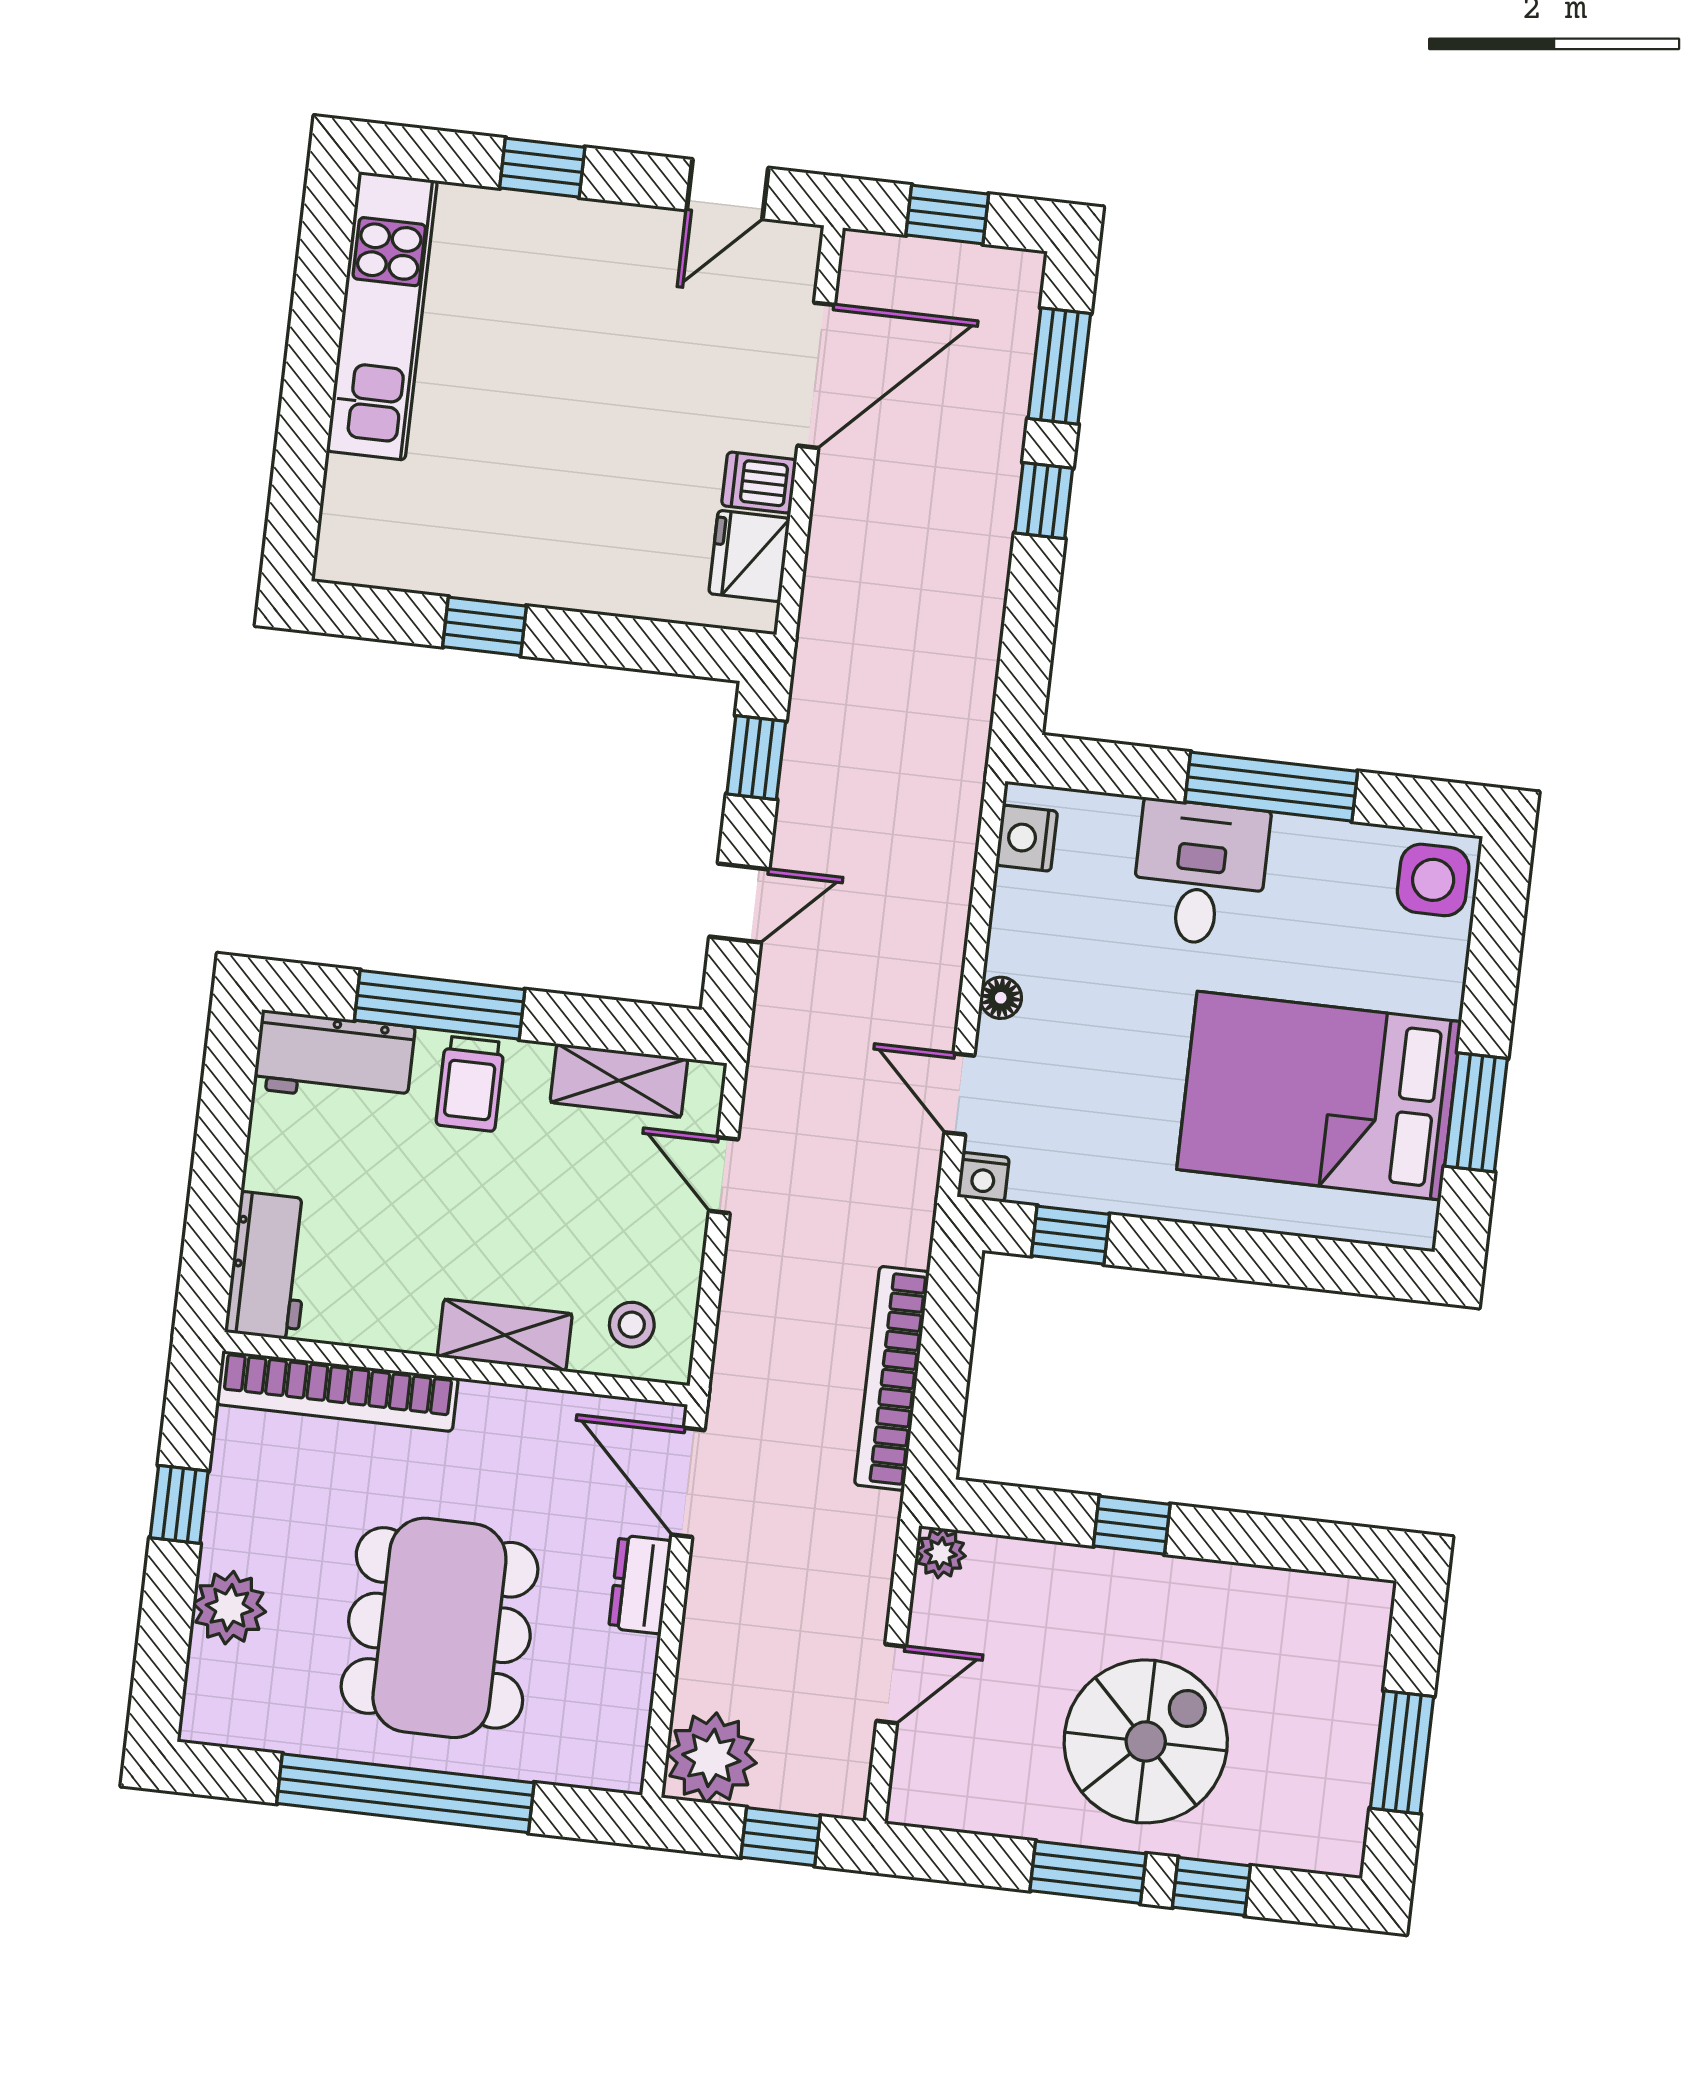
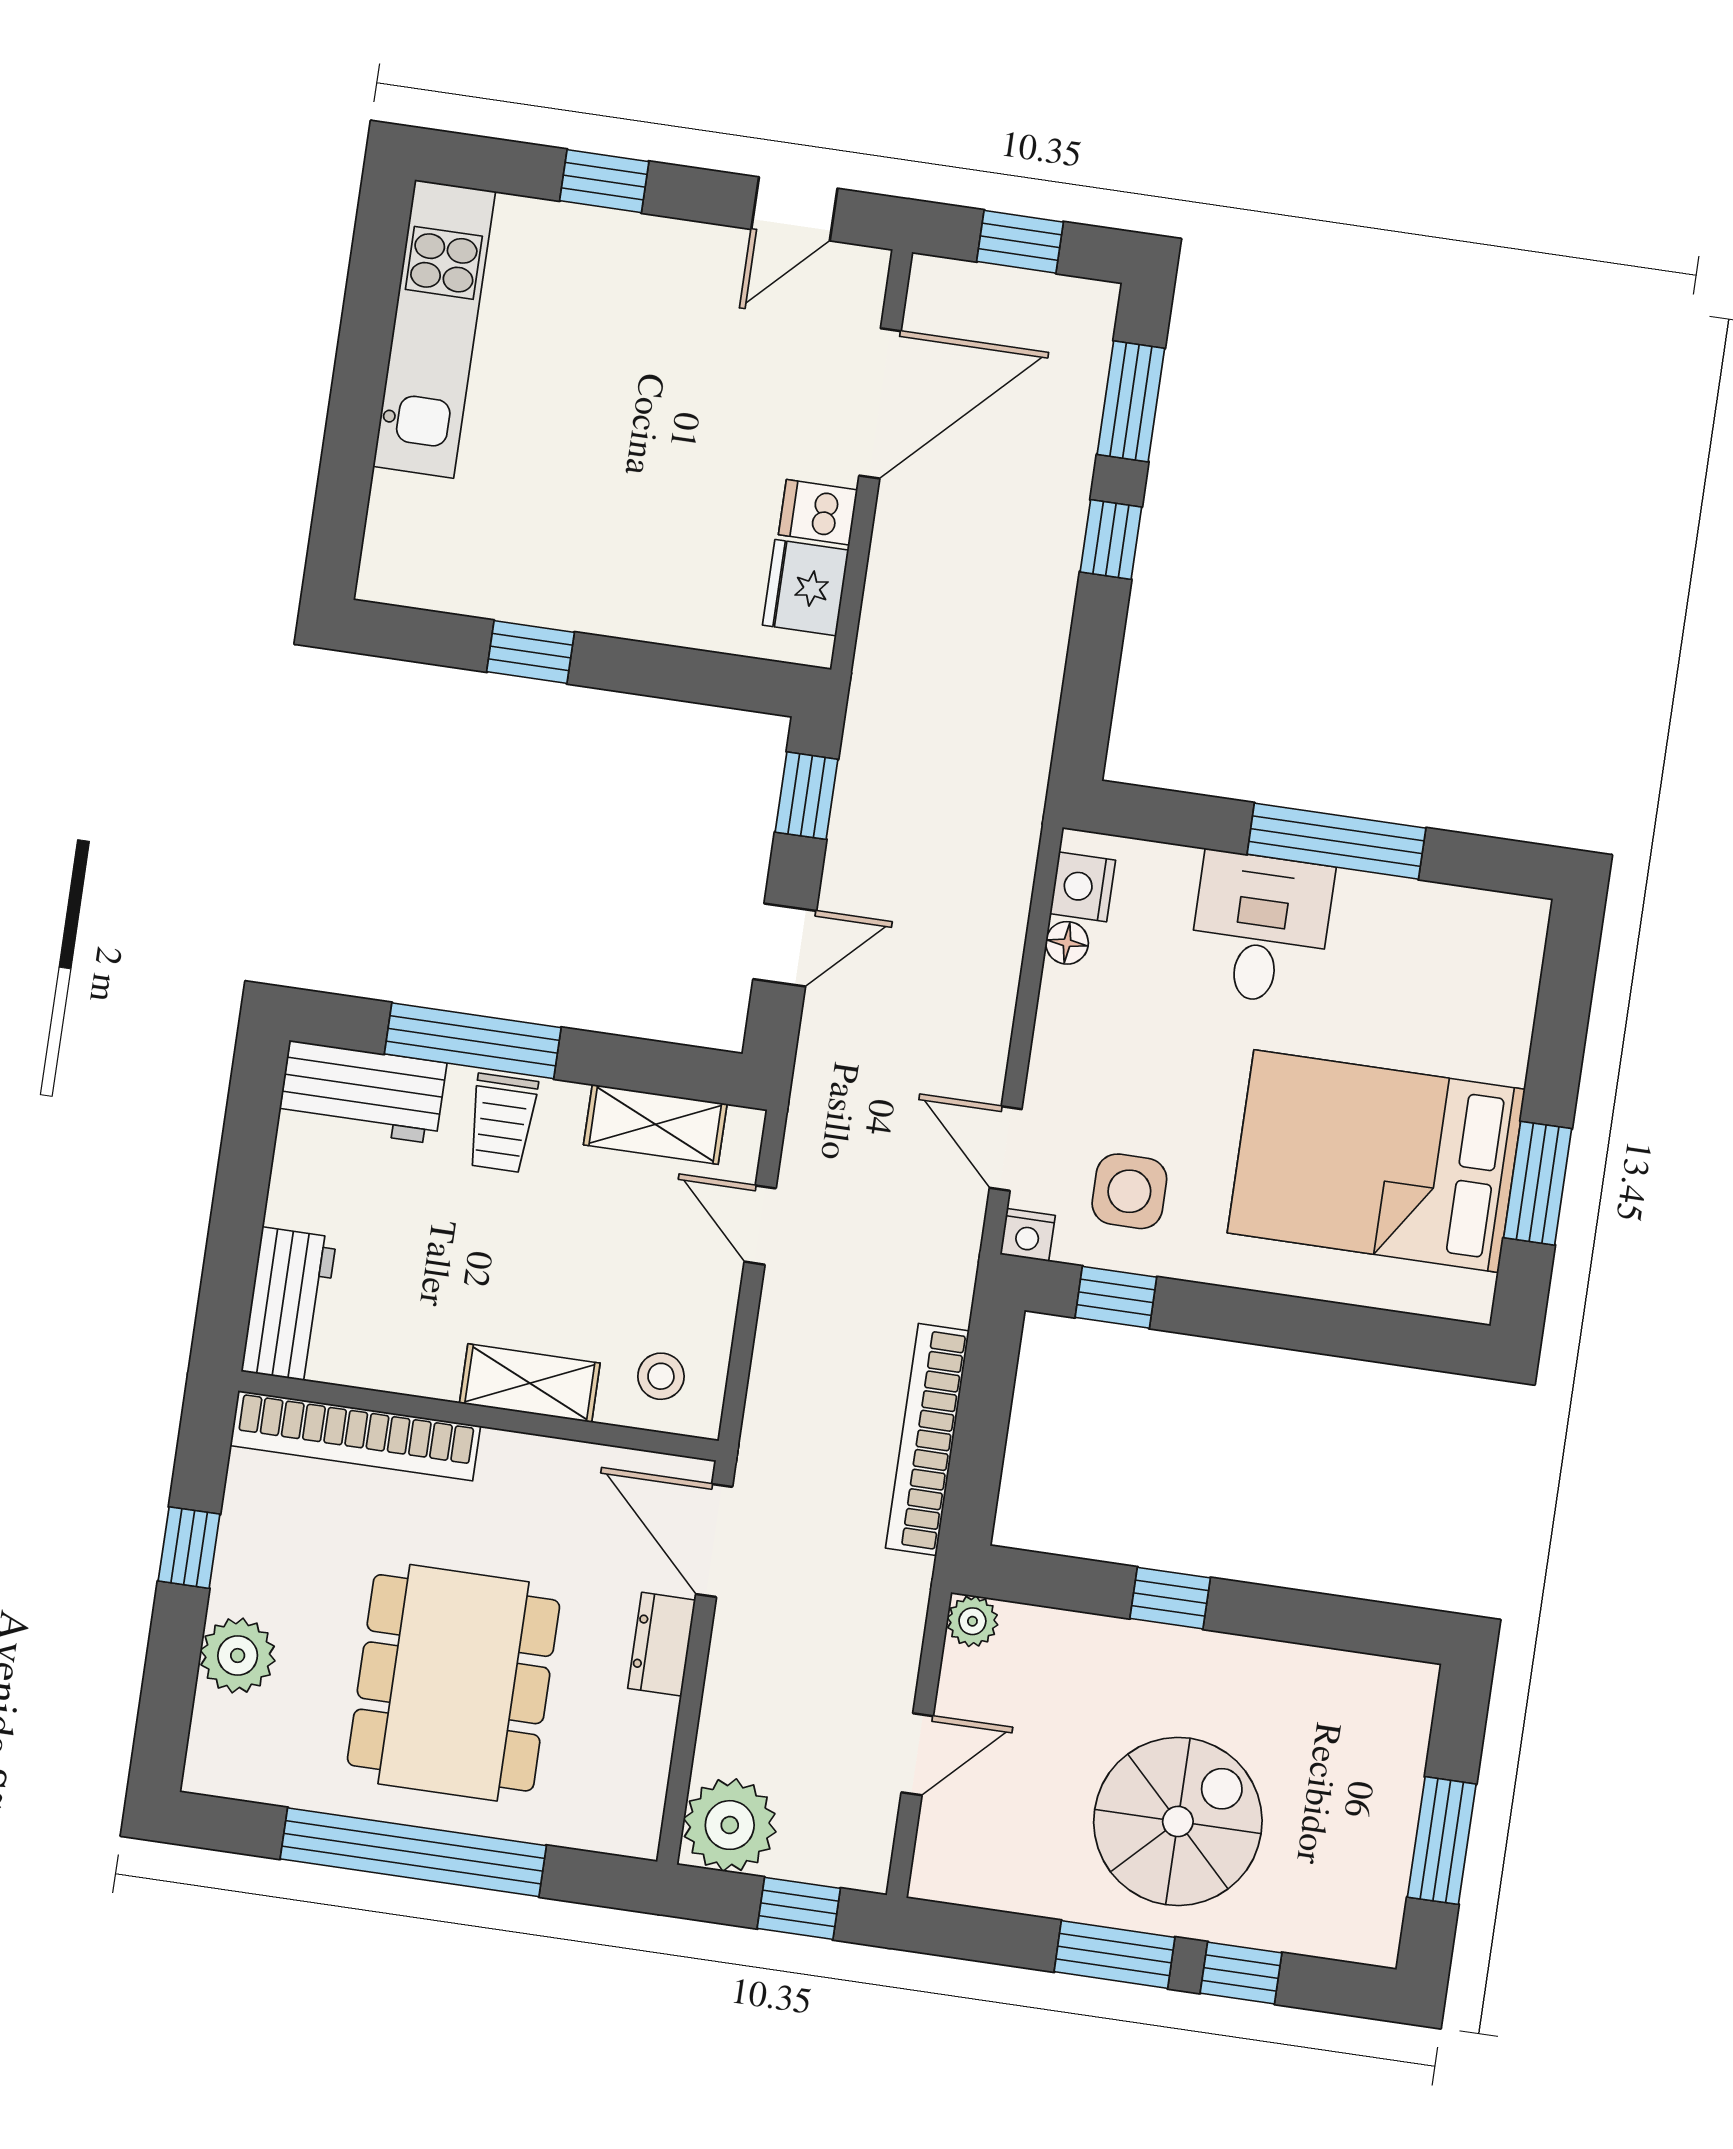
side table: (1433, 880) -> (1129, 1191), moved
floor lamp: (1001, 998) -> (1067, 943), moved

